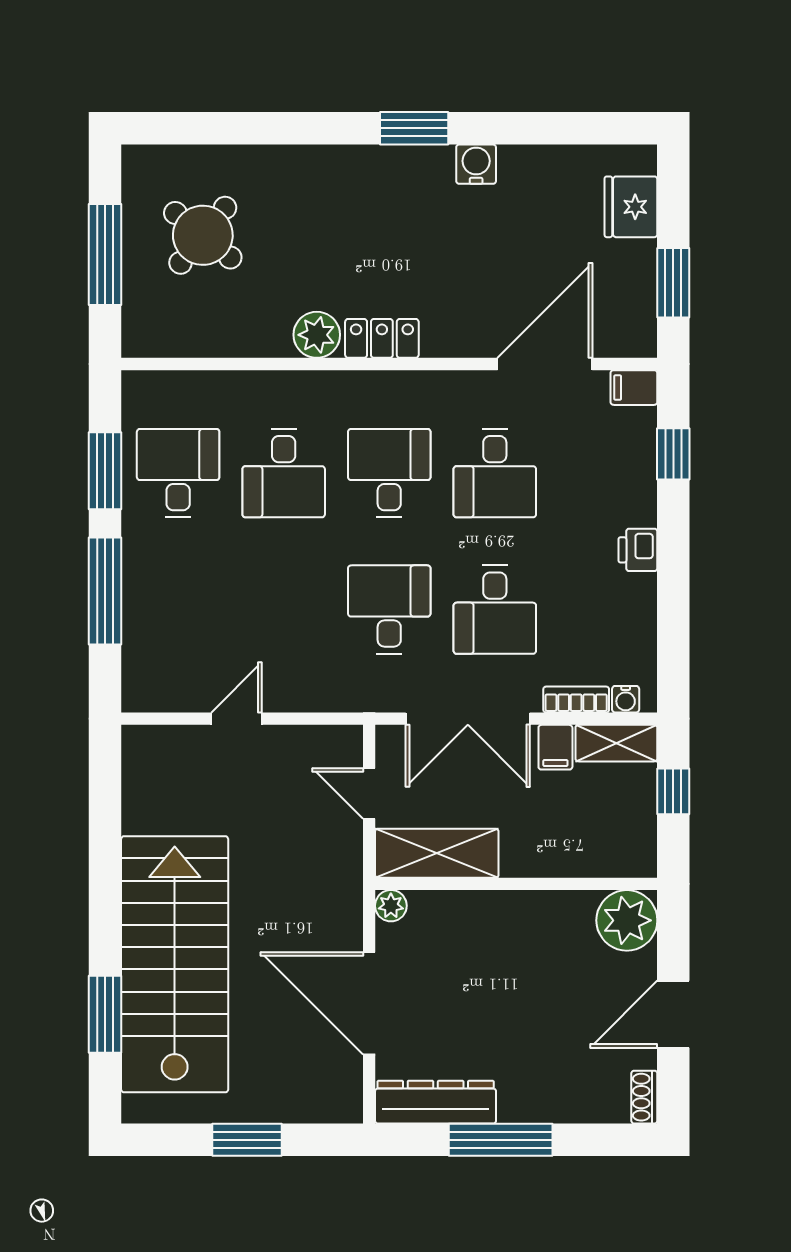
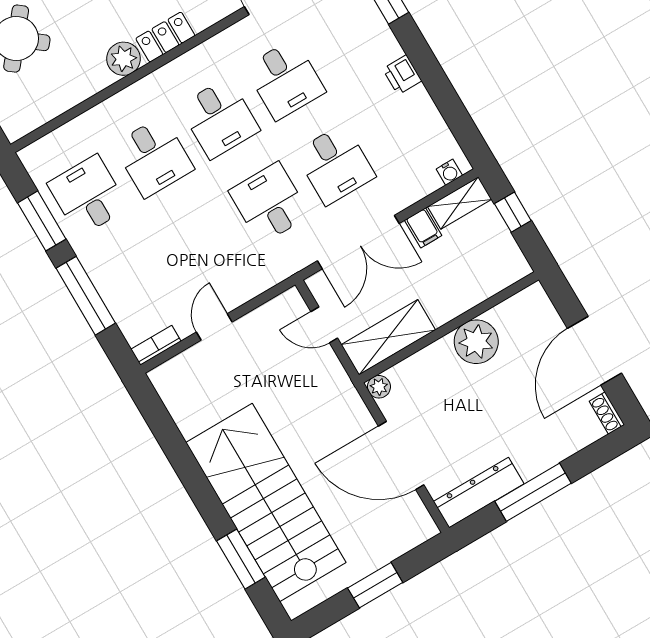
desk: (389, 473) -> (219, 118), turned 180
bookcase: (576, 700) -> (156, 345), moved
plant: (627, 920) -> (476, 342), moved
door: (673, 1014) -> (595, 351), width x1.36

